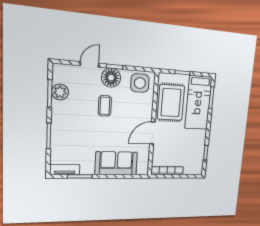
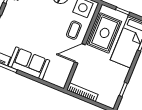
coffee table: (105, 106) -> (74, 30), moved
sofa: (116, 163) -> (29, 63), moved

